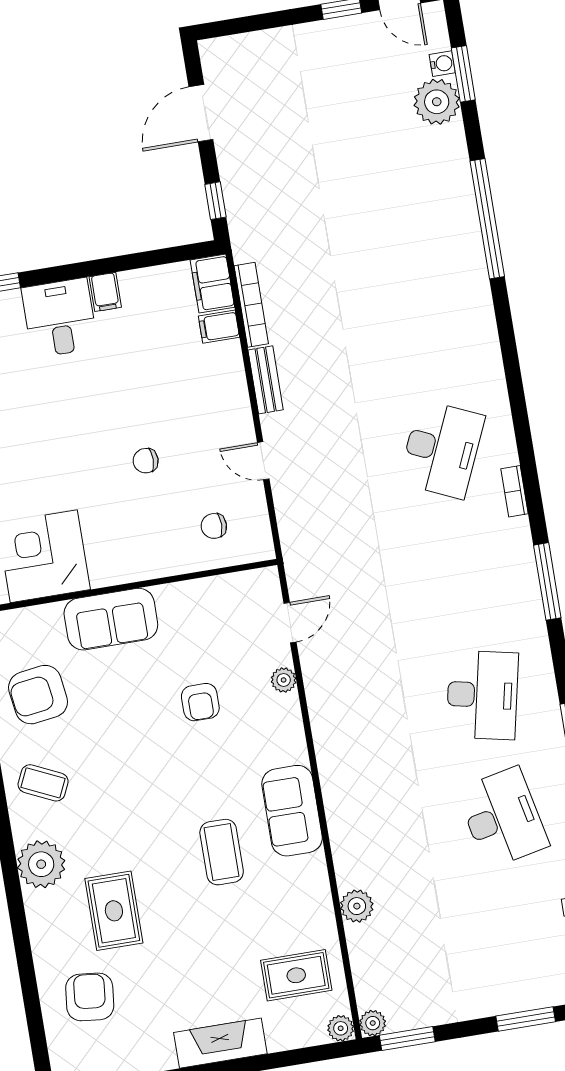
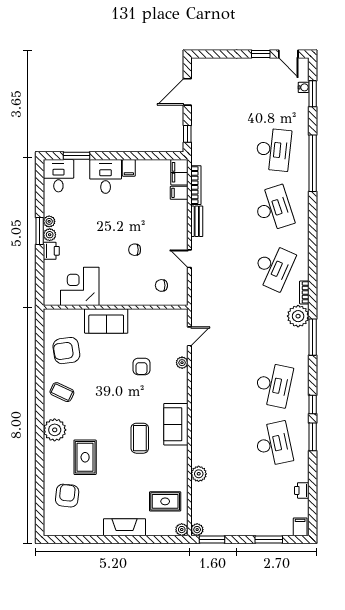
plant: (437, 102) -> (298, 316), moved
desk: (401, 204) -> (274, 150), added
desk: (421, 327) -> (274, 208), added

